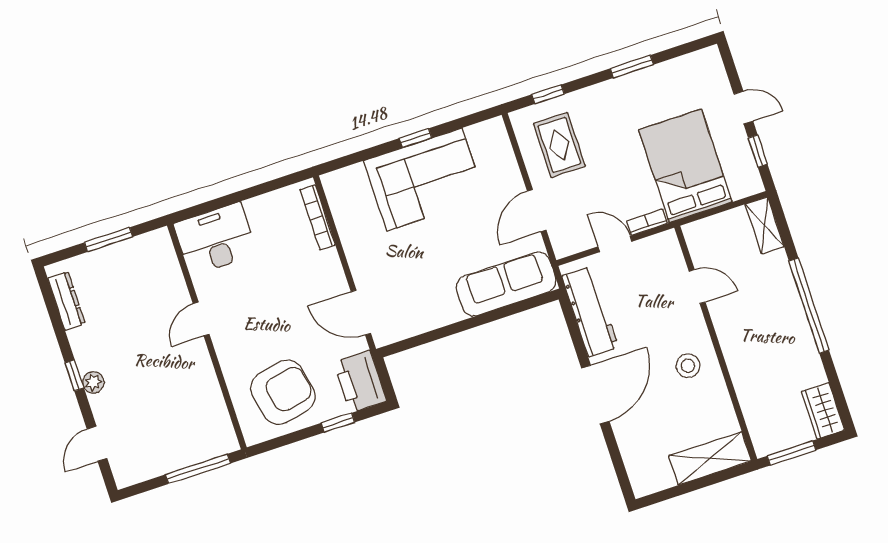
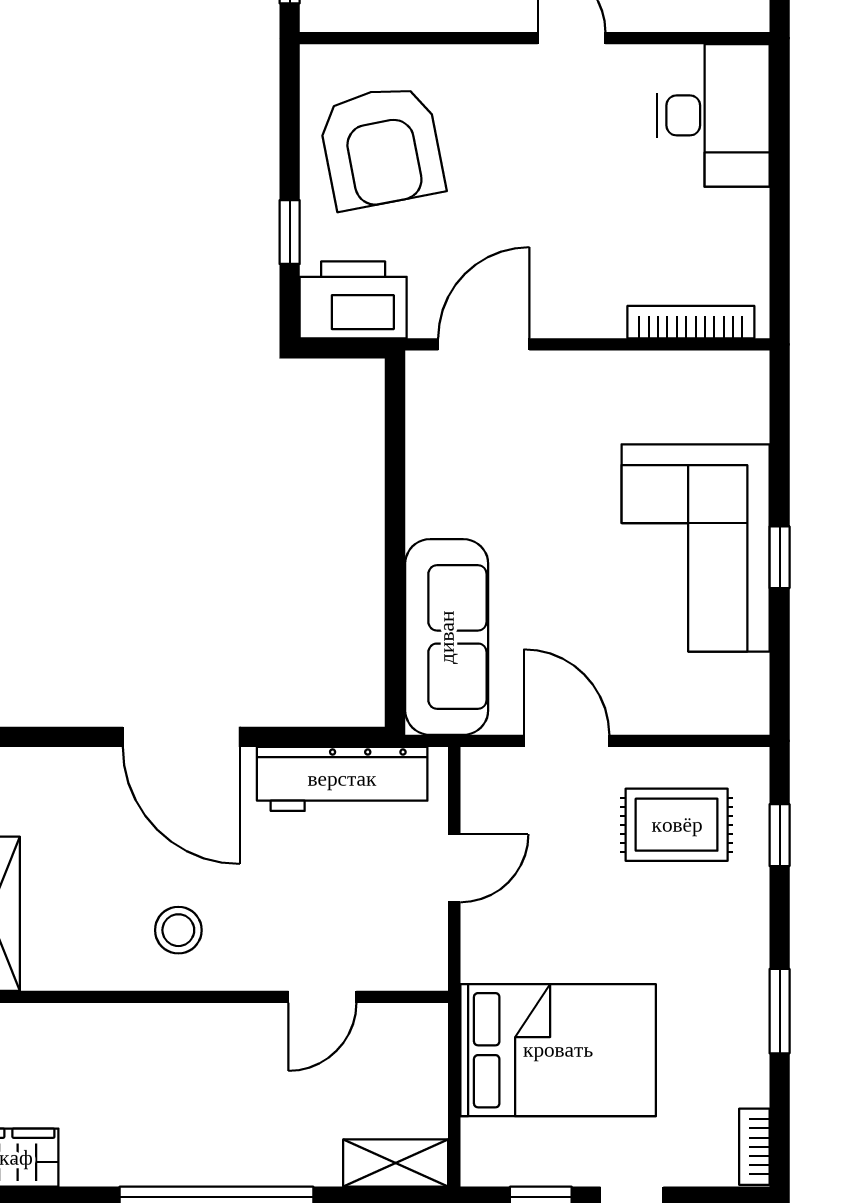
bookcase: (647, 222) -> (754, 1147), moved, turned 180

